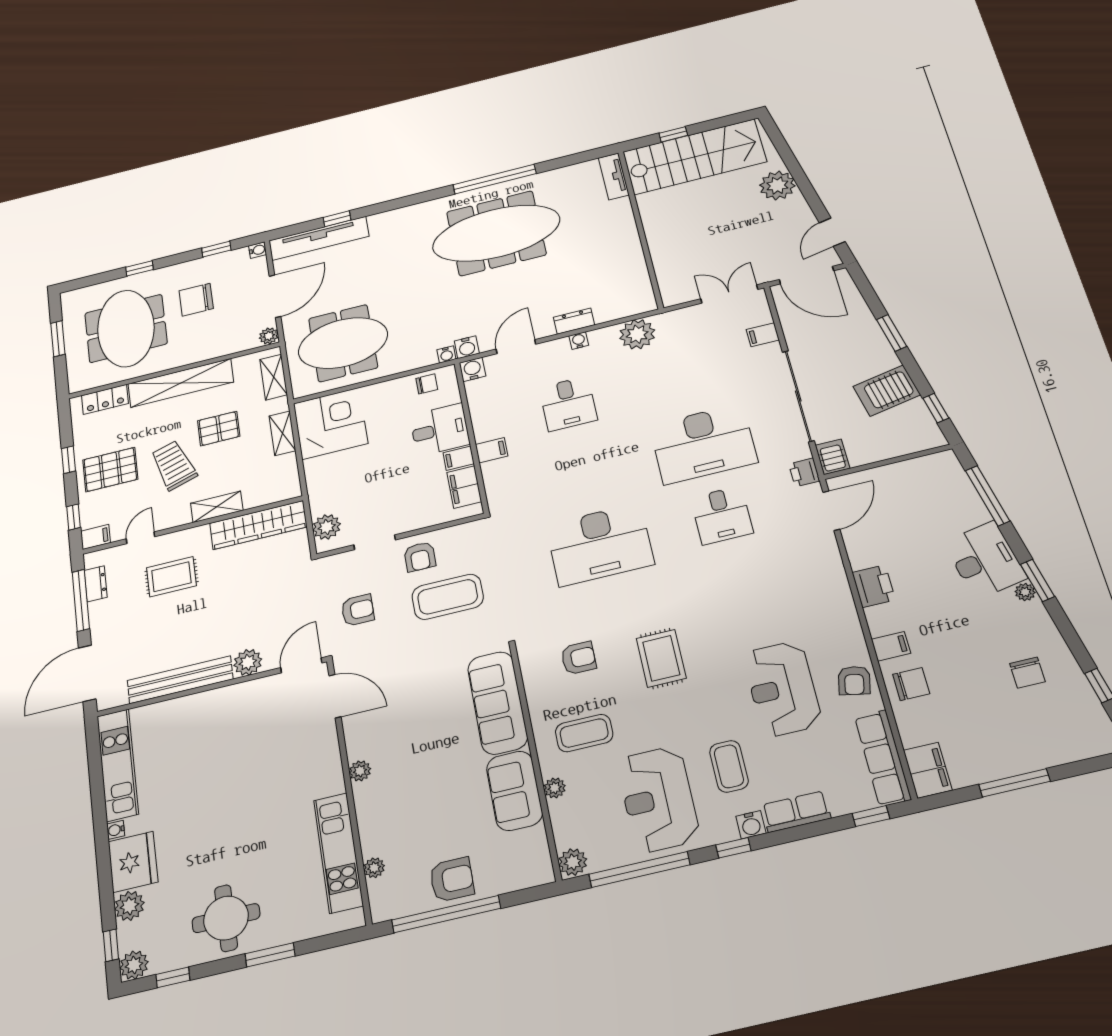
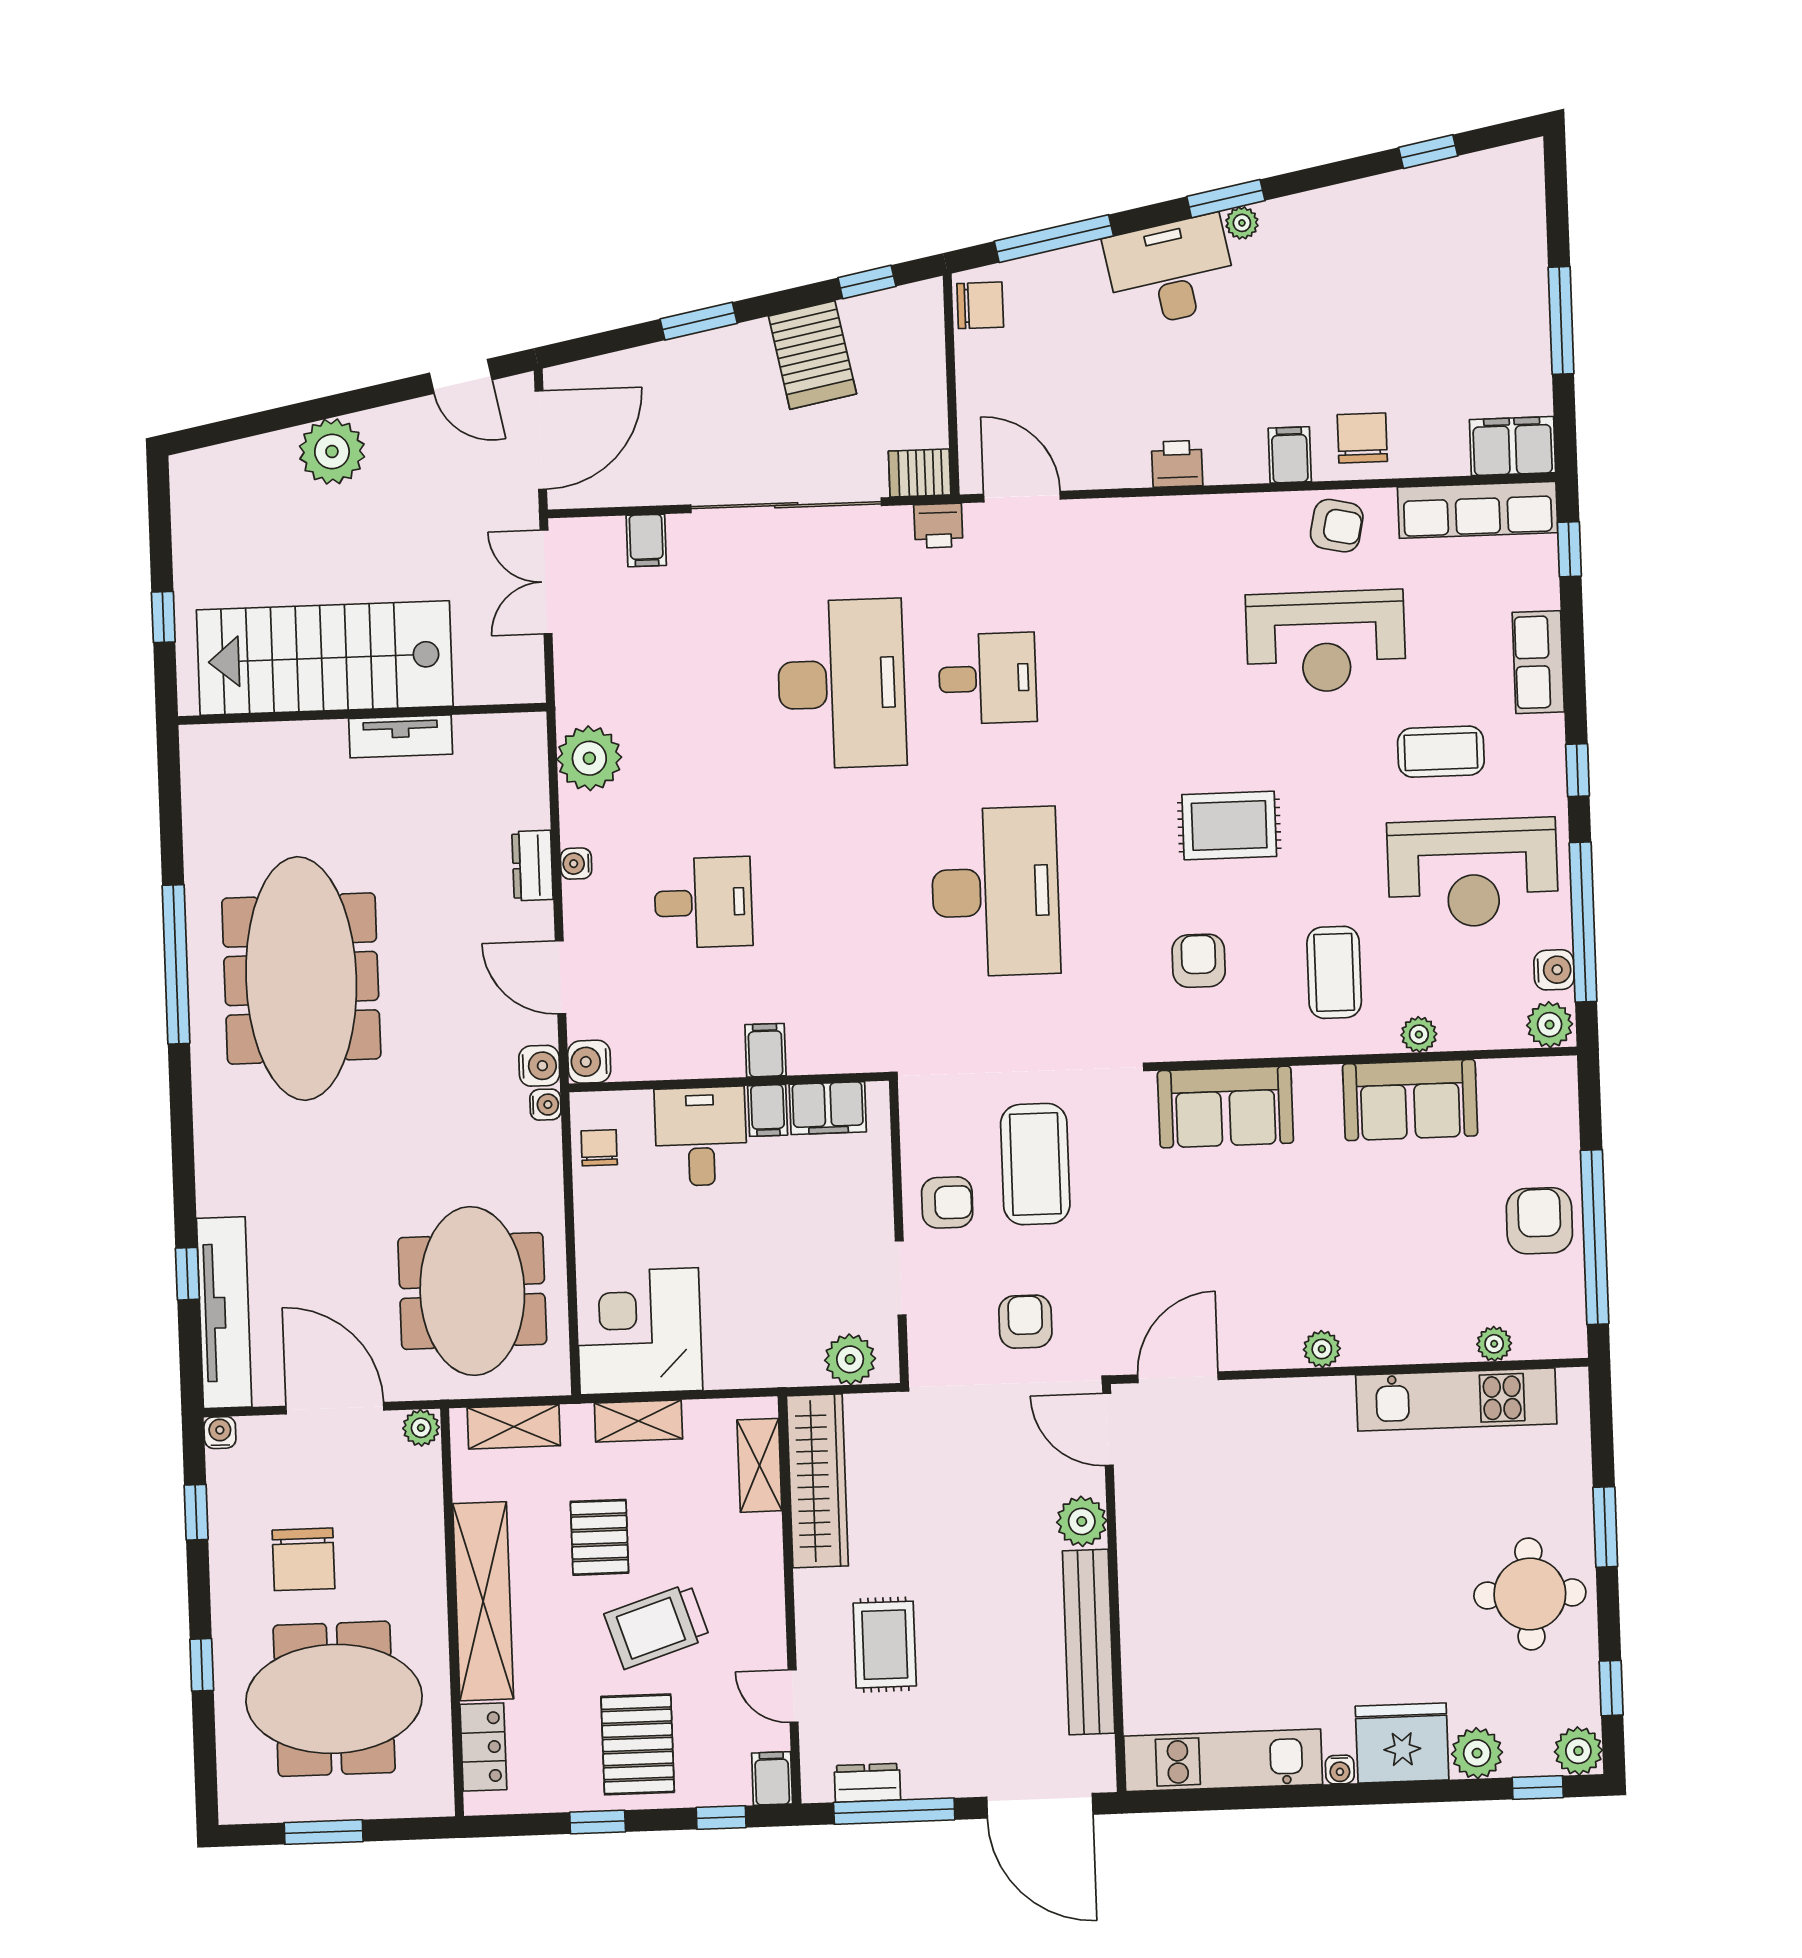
stairs: (694, 157) -> (325, 658), moved, turned -90
tv unit: (614, 176) -> (401, 736), moved
shelving: (217, 507) -> (759, 1465), moved
printer: (874, 586) -> (1177, 464), width x0.73, depth x0.81
chair: (1027, 673) -> (980, 305), moved
sofa: (498, 703) -> (1225, 1107), width x0.73
water cooler: (751, 825) -> (1554, 970), moved

